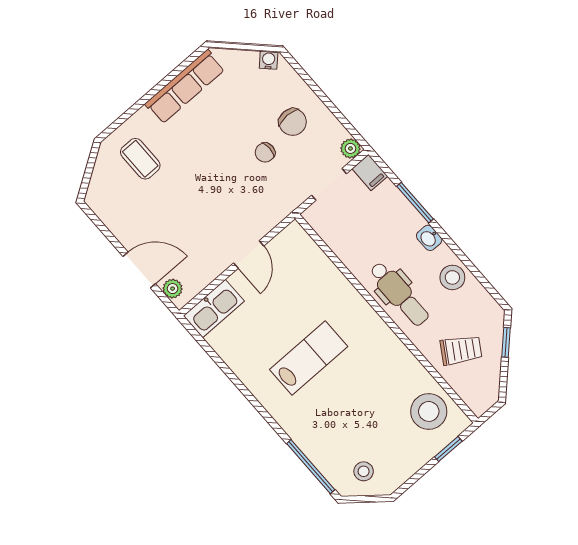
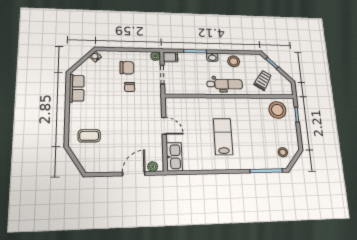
row of seats: (185, 87) -> (77, 88), width x0.68

